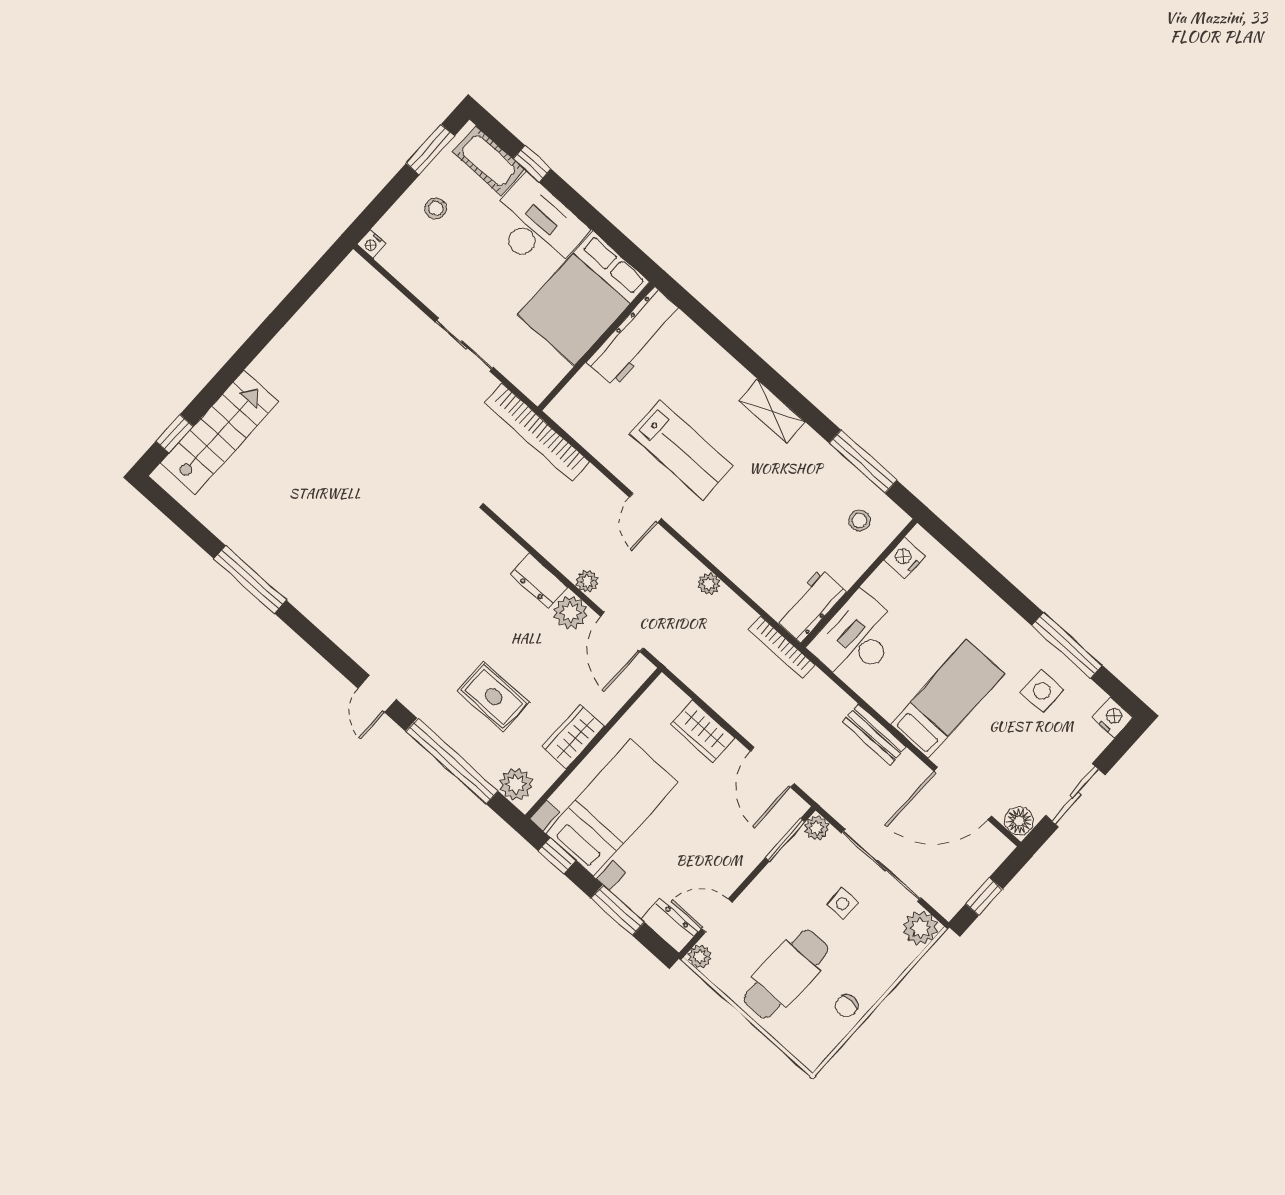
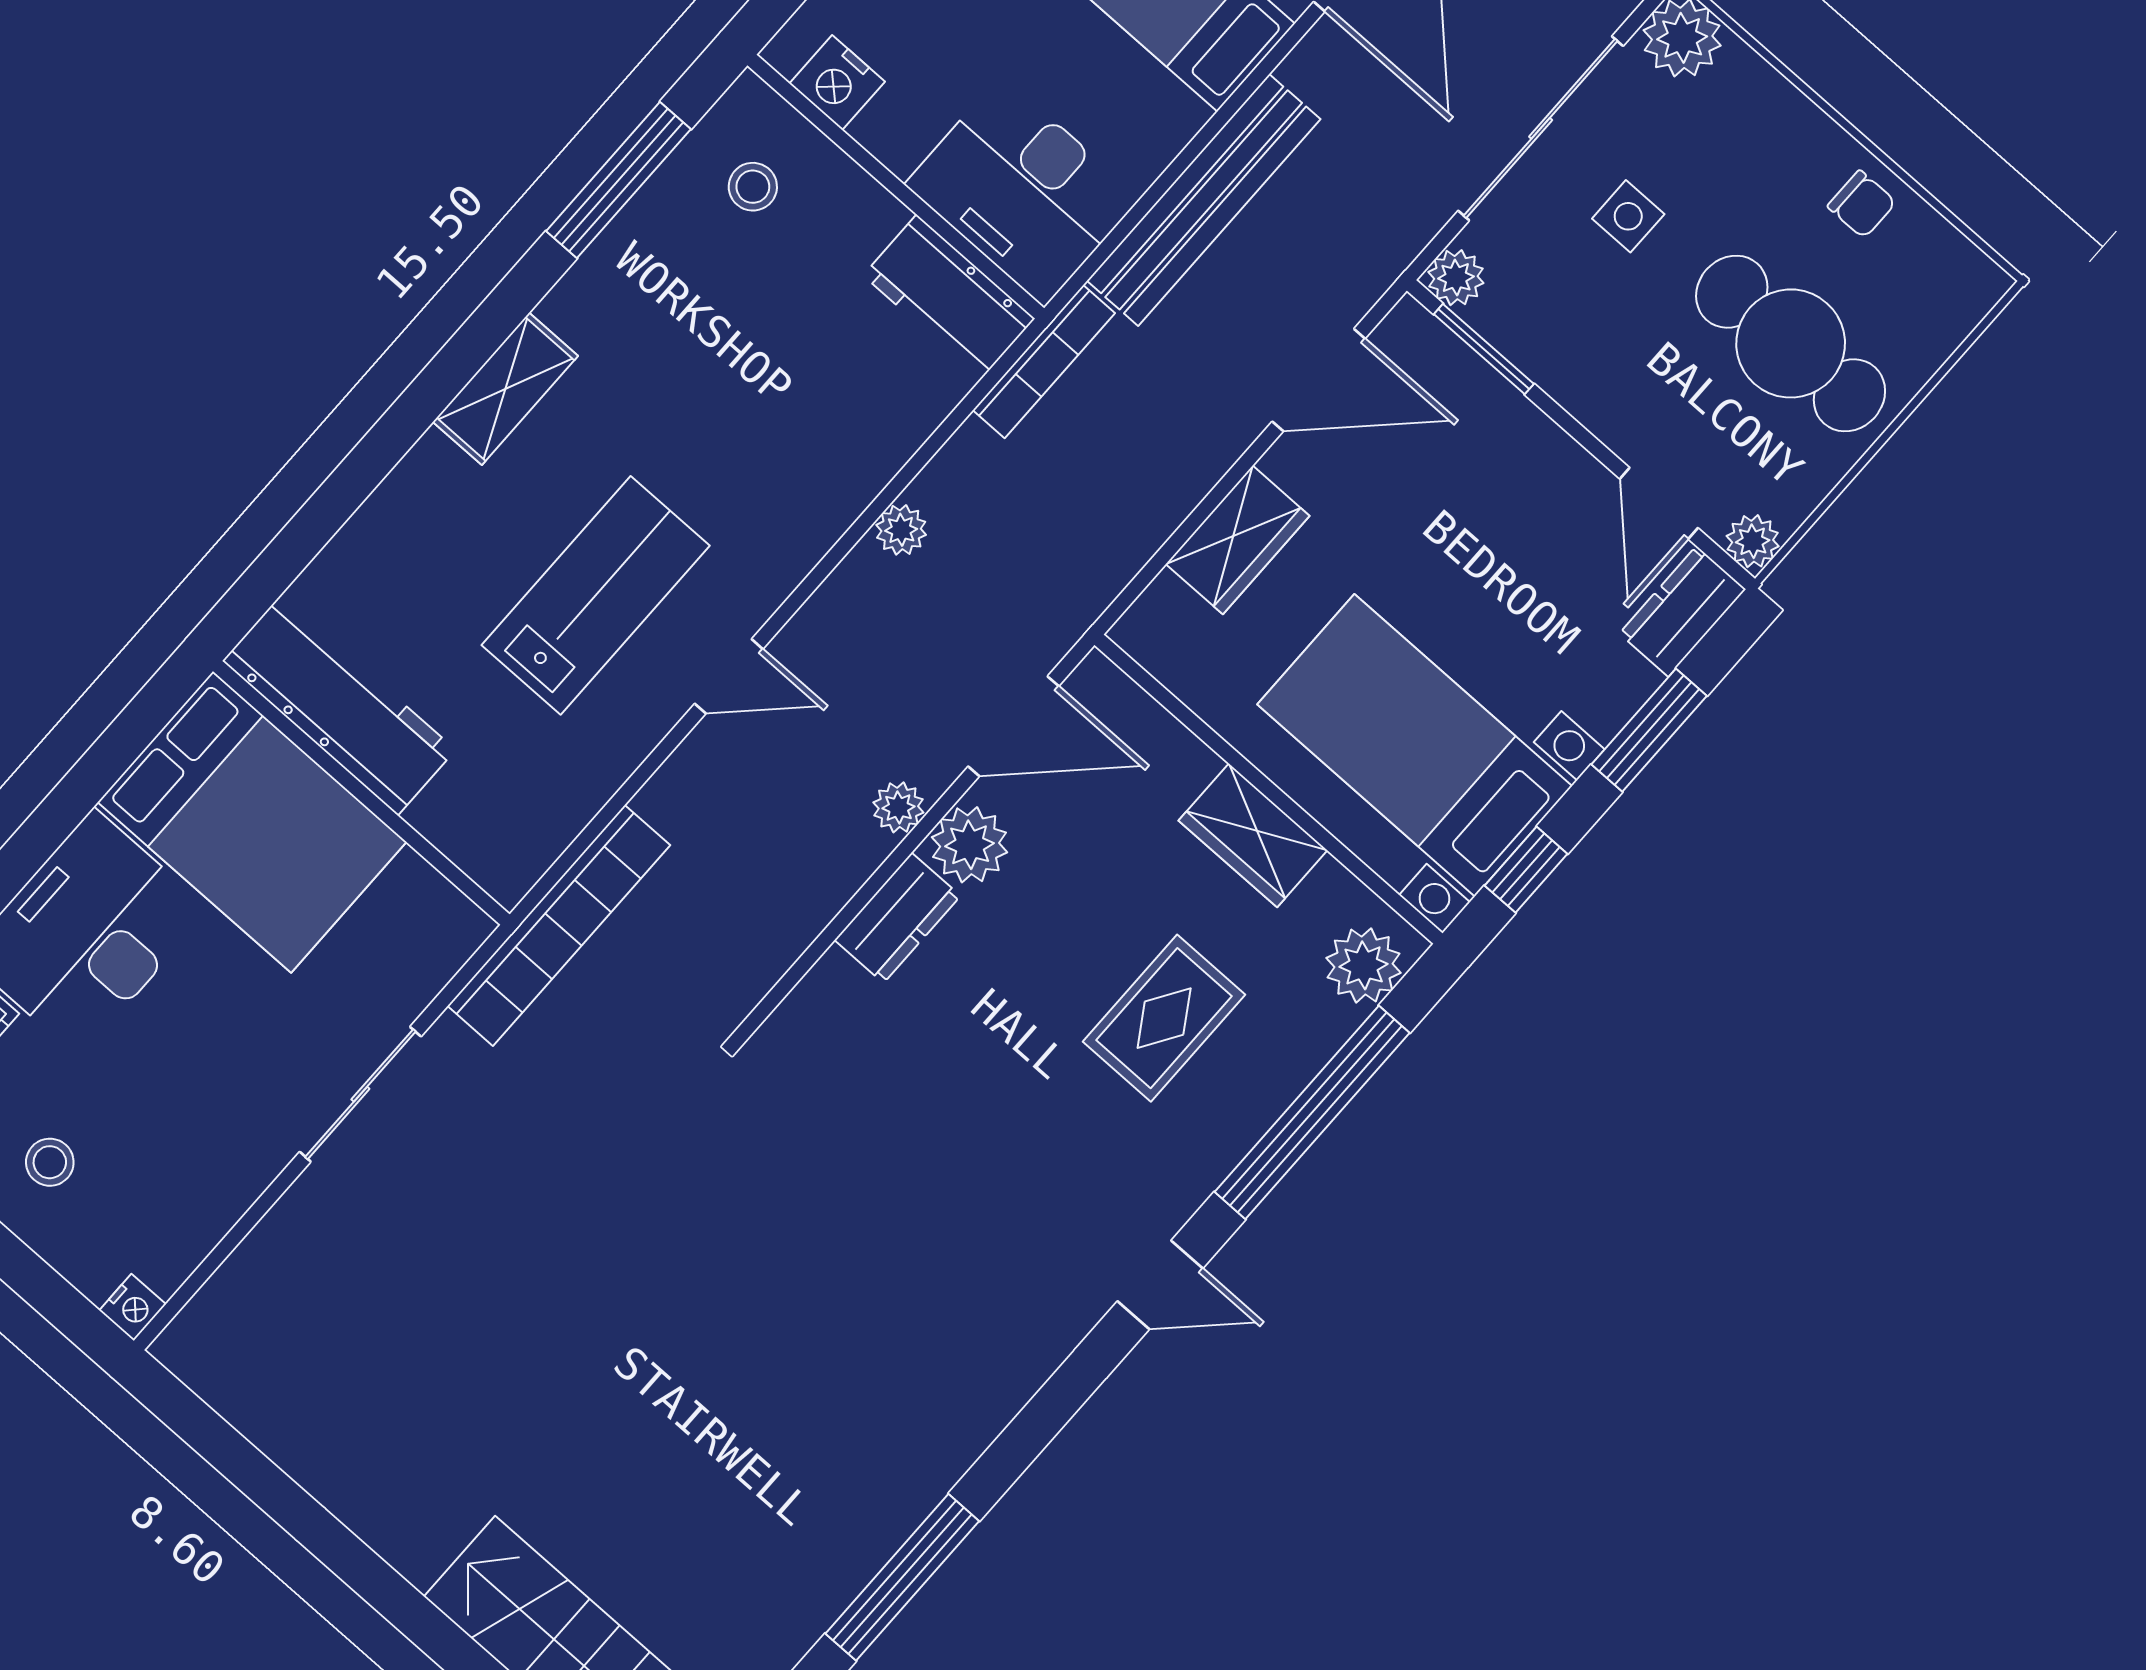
bench: (874, 735) -> (1204, 200), width x1.86, depth x1.21

